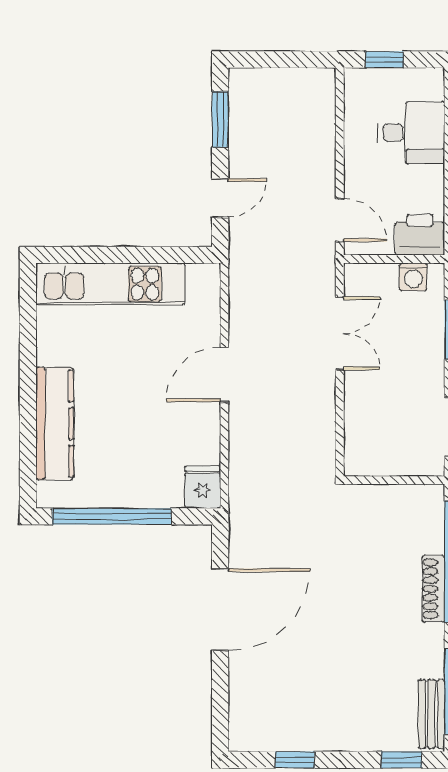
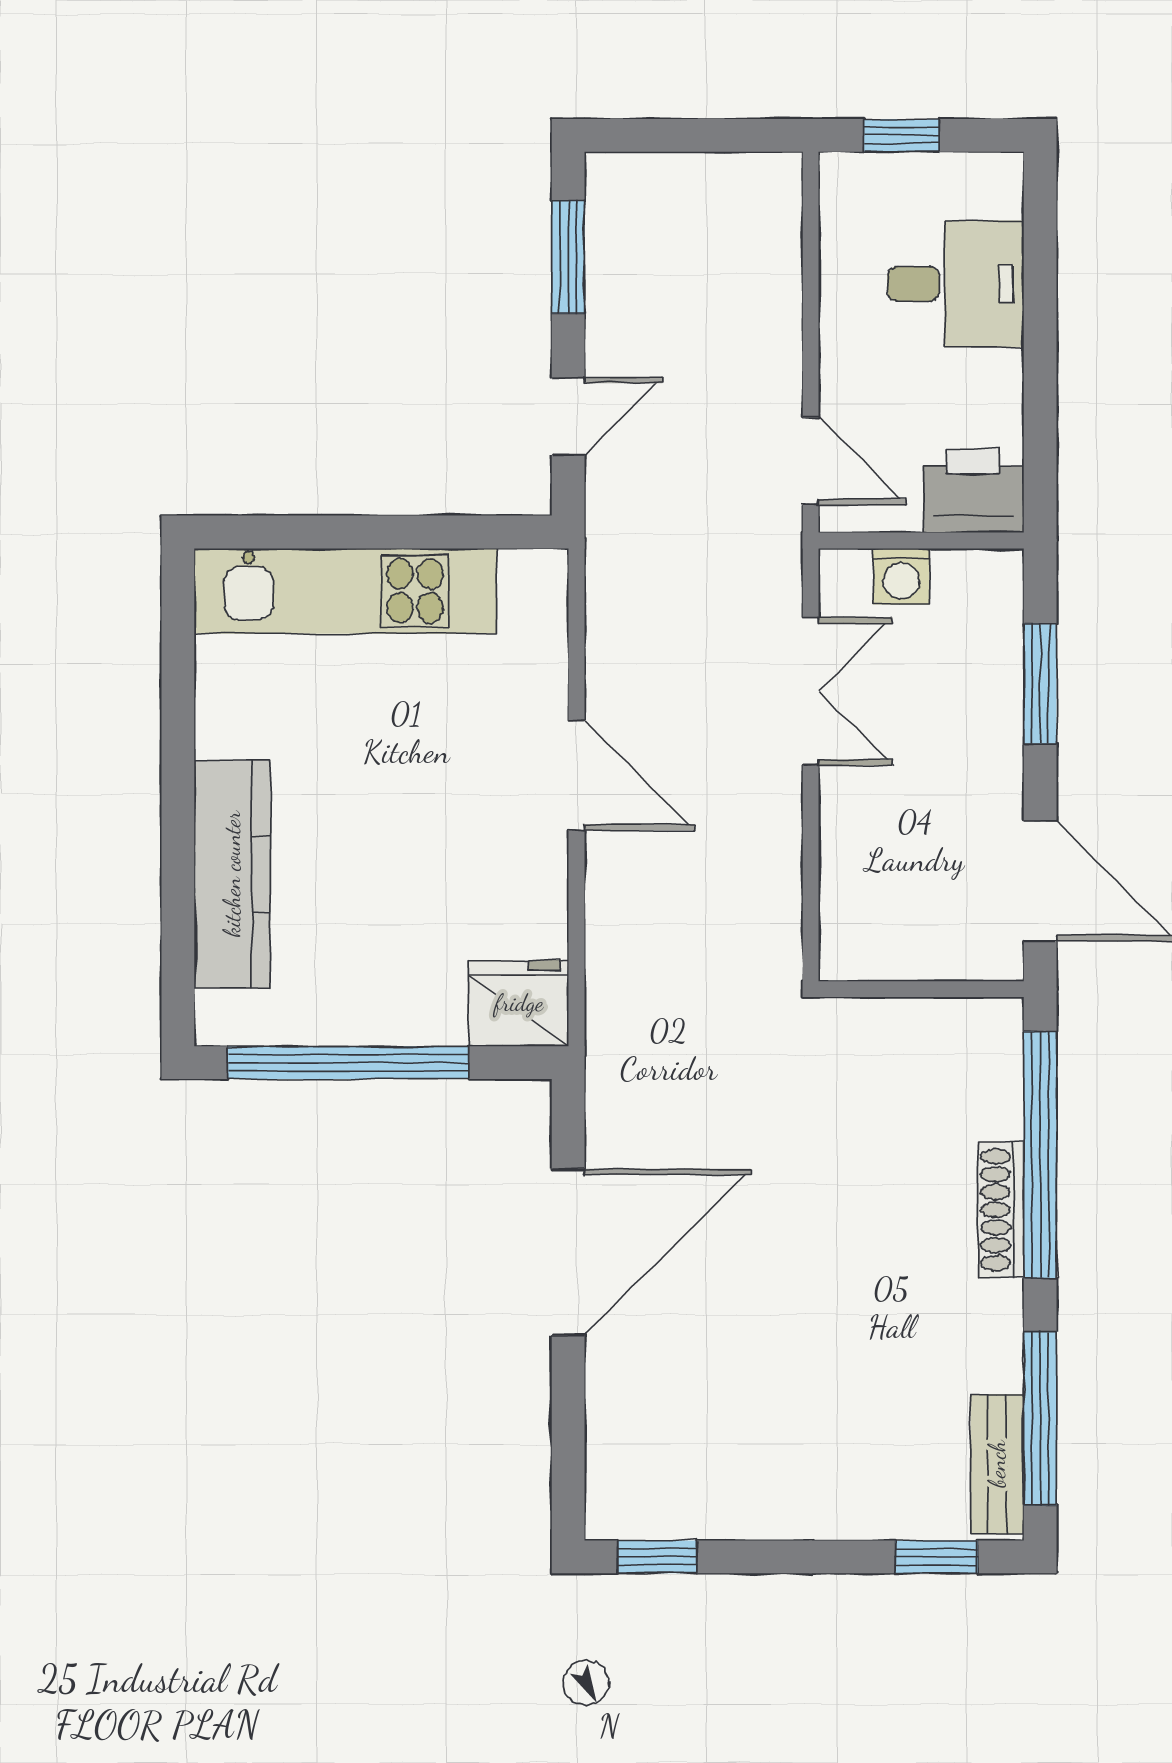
washing machine: (413, 277) -> (901, 576), moved
door: (224, 375) -> (577, 775), swing flipped
fridge: (203, 487) -> (519, 1003), width x1.38
window: (295, 760) -> (657, 1557), moved

